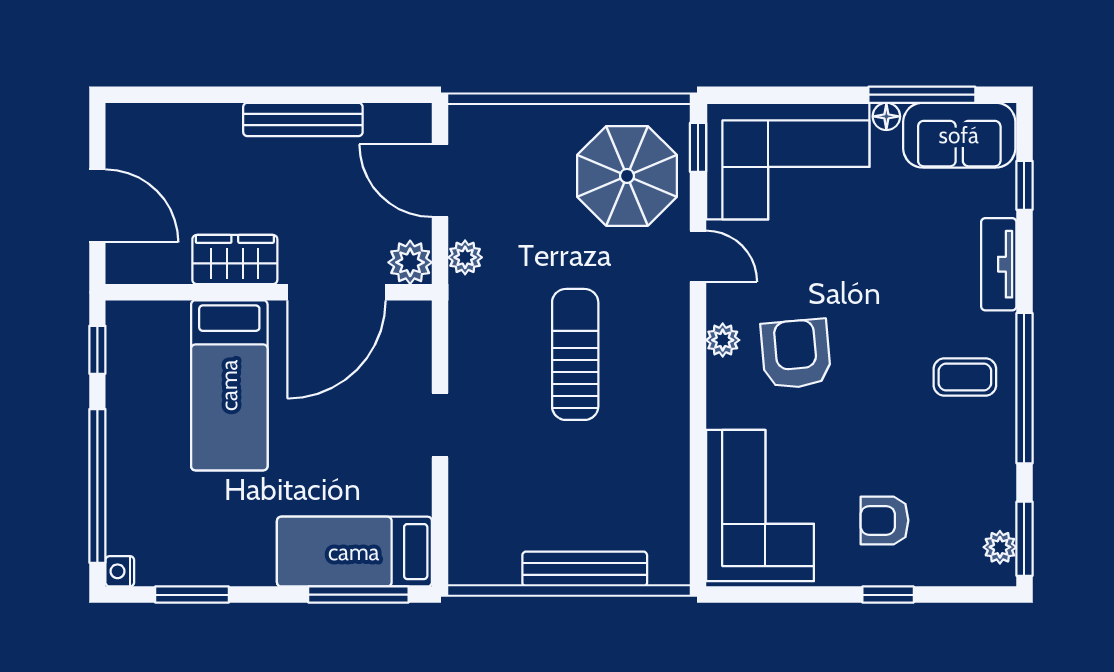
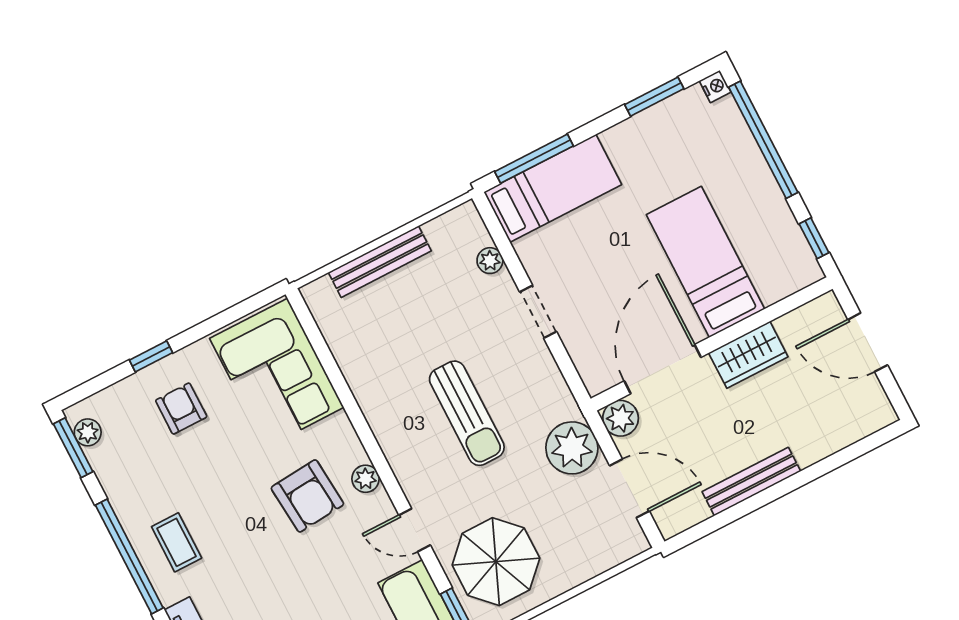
plant: (465, 257) -> (572, 448), width x1.88, depth x1.88
coffee table: (965, 377) -> (177, 542), turned 90
plant: (464, 508) -> (490, 261), added
armchair: (884, 520) -> (181, 409), turned -90

